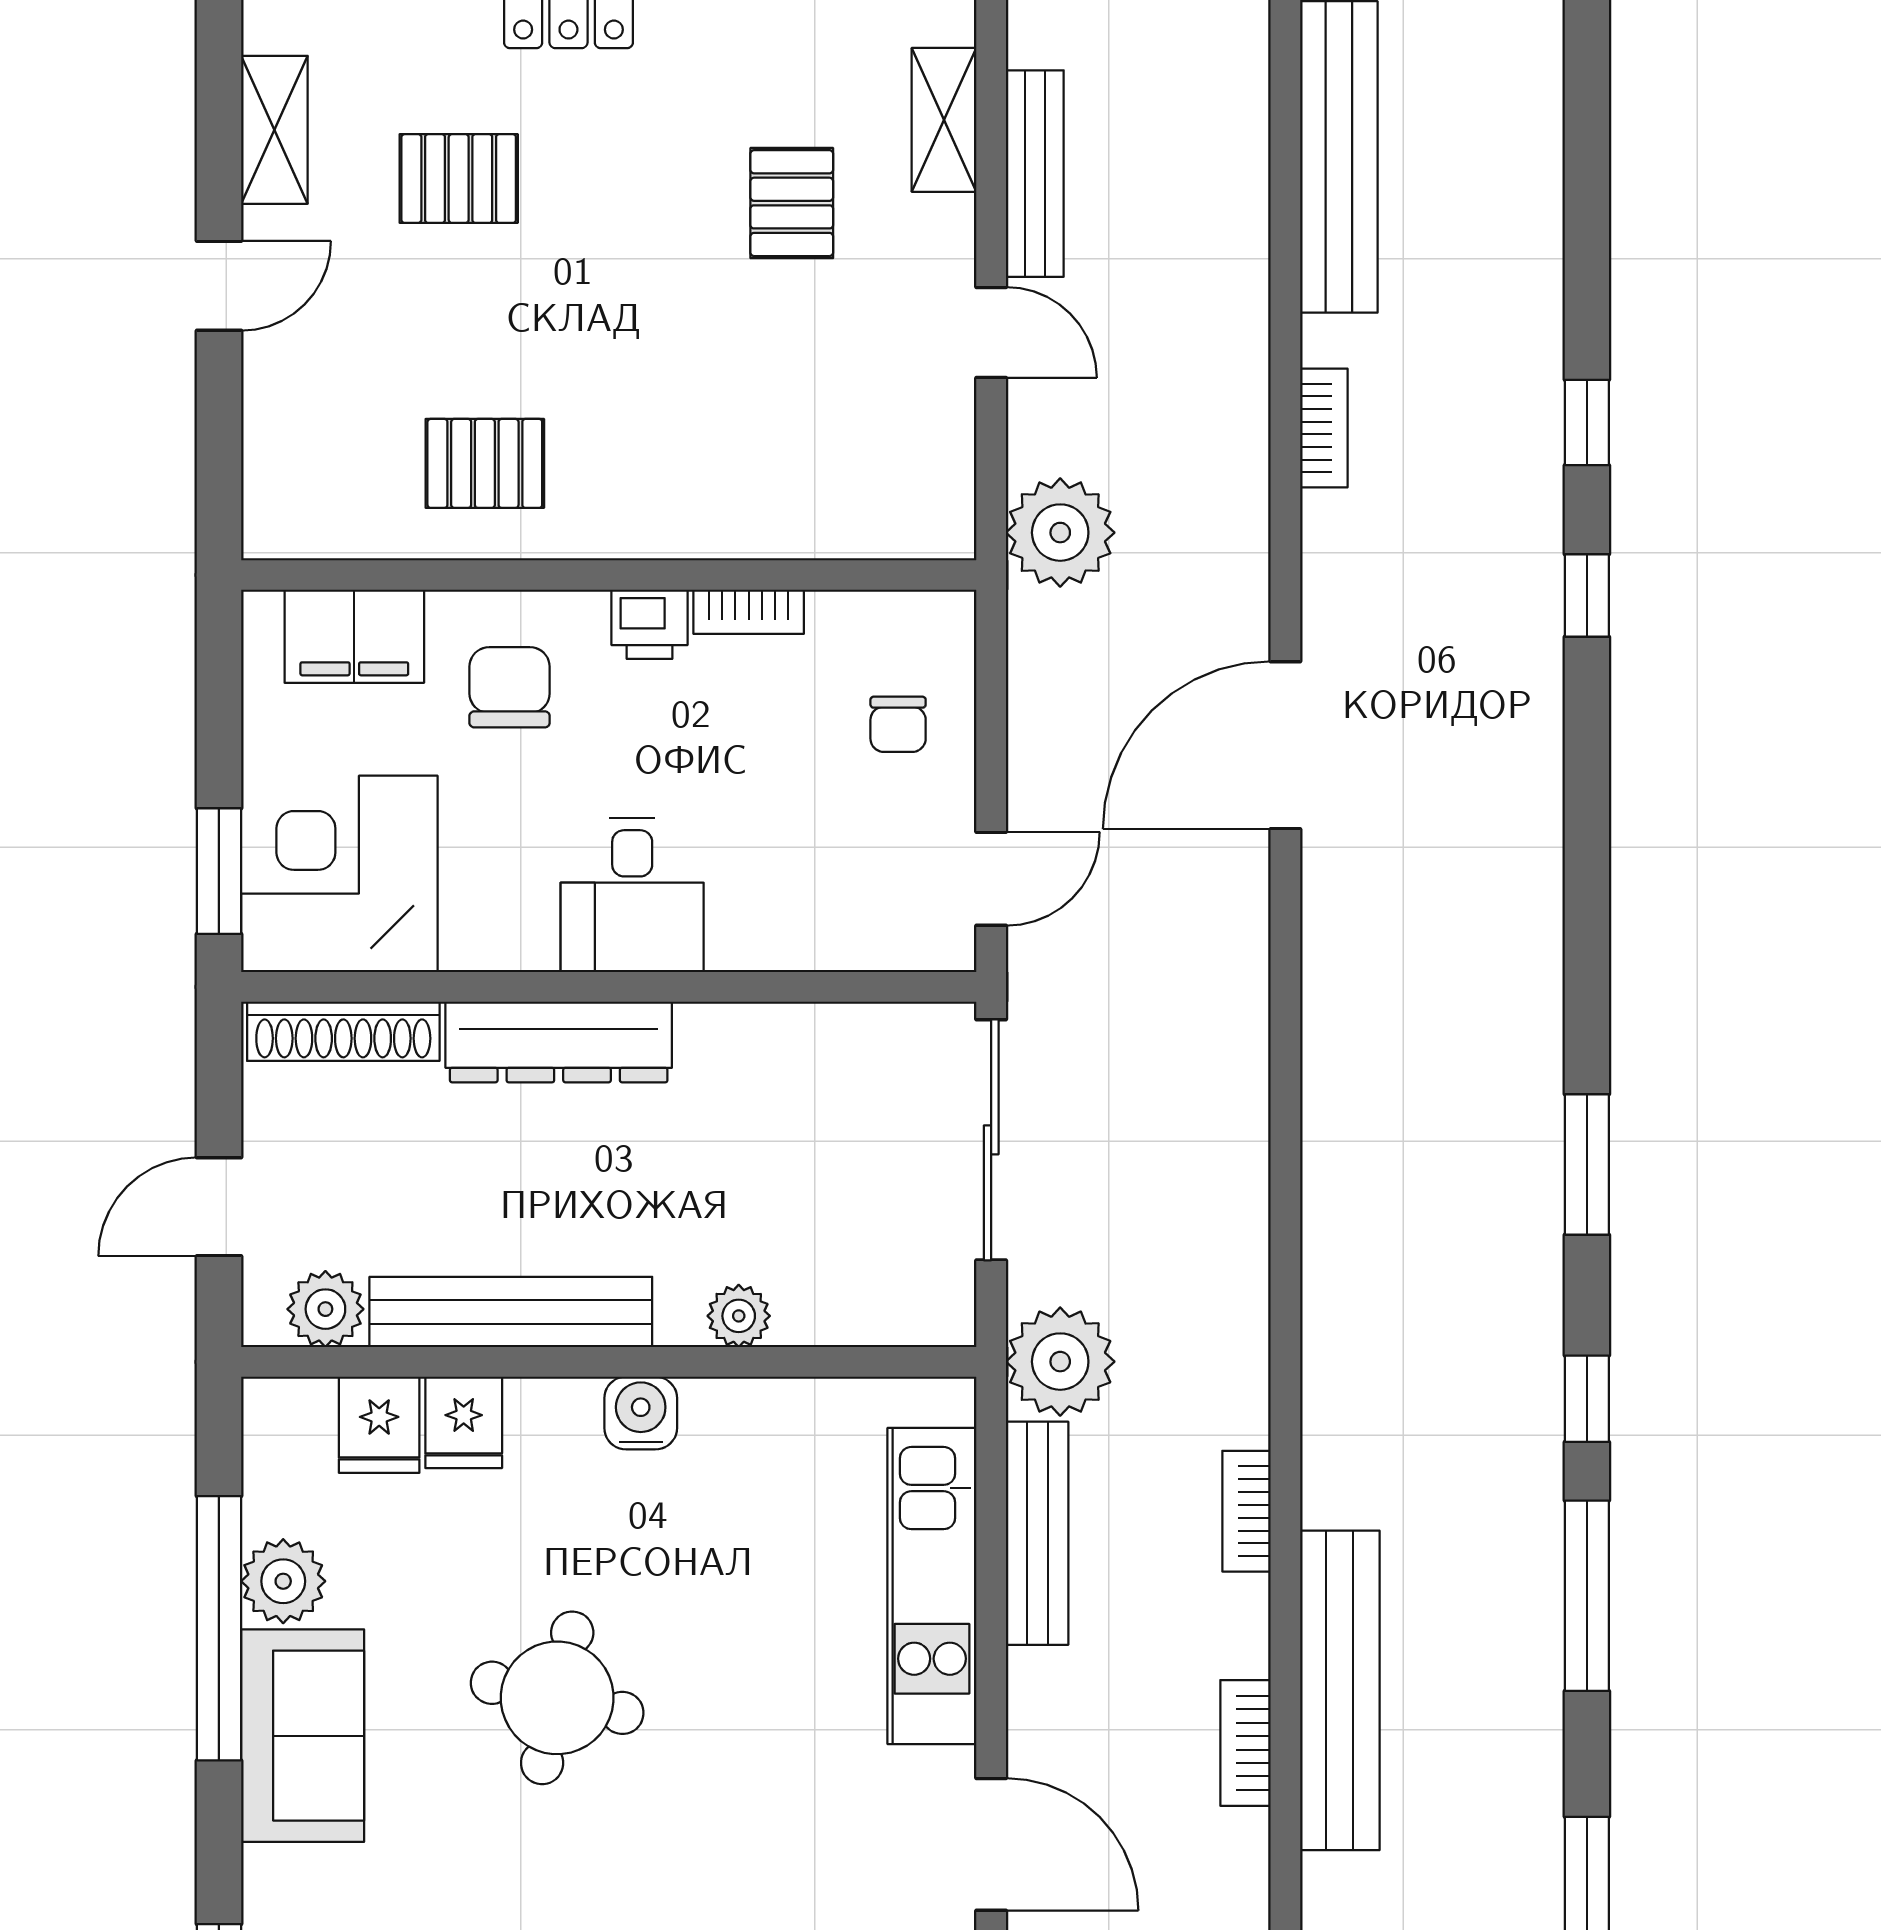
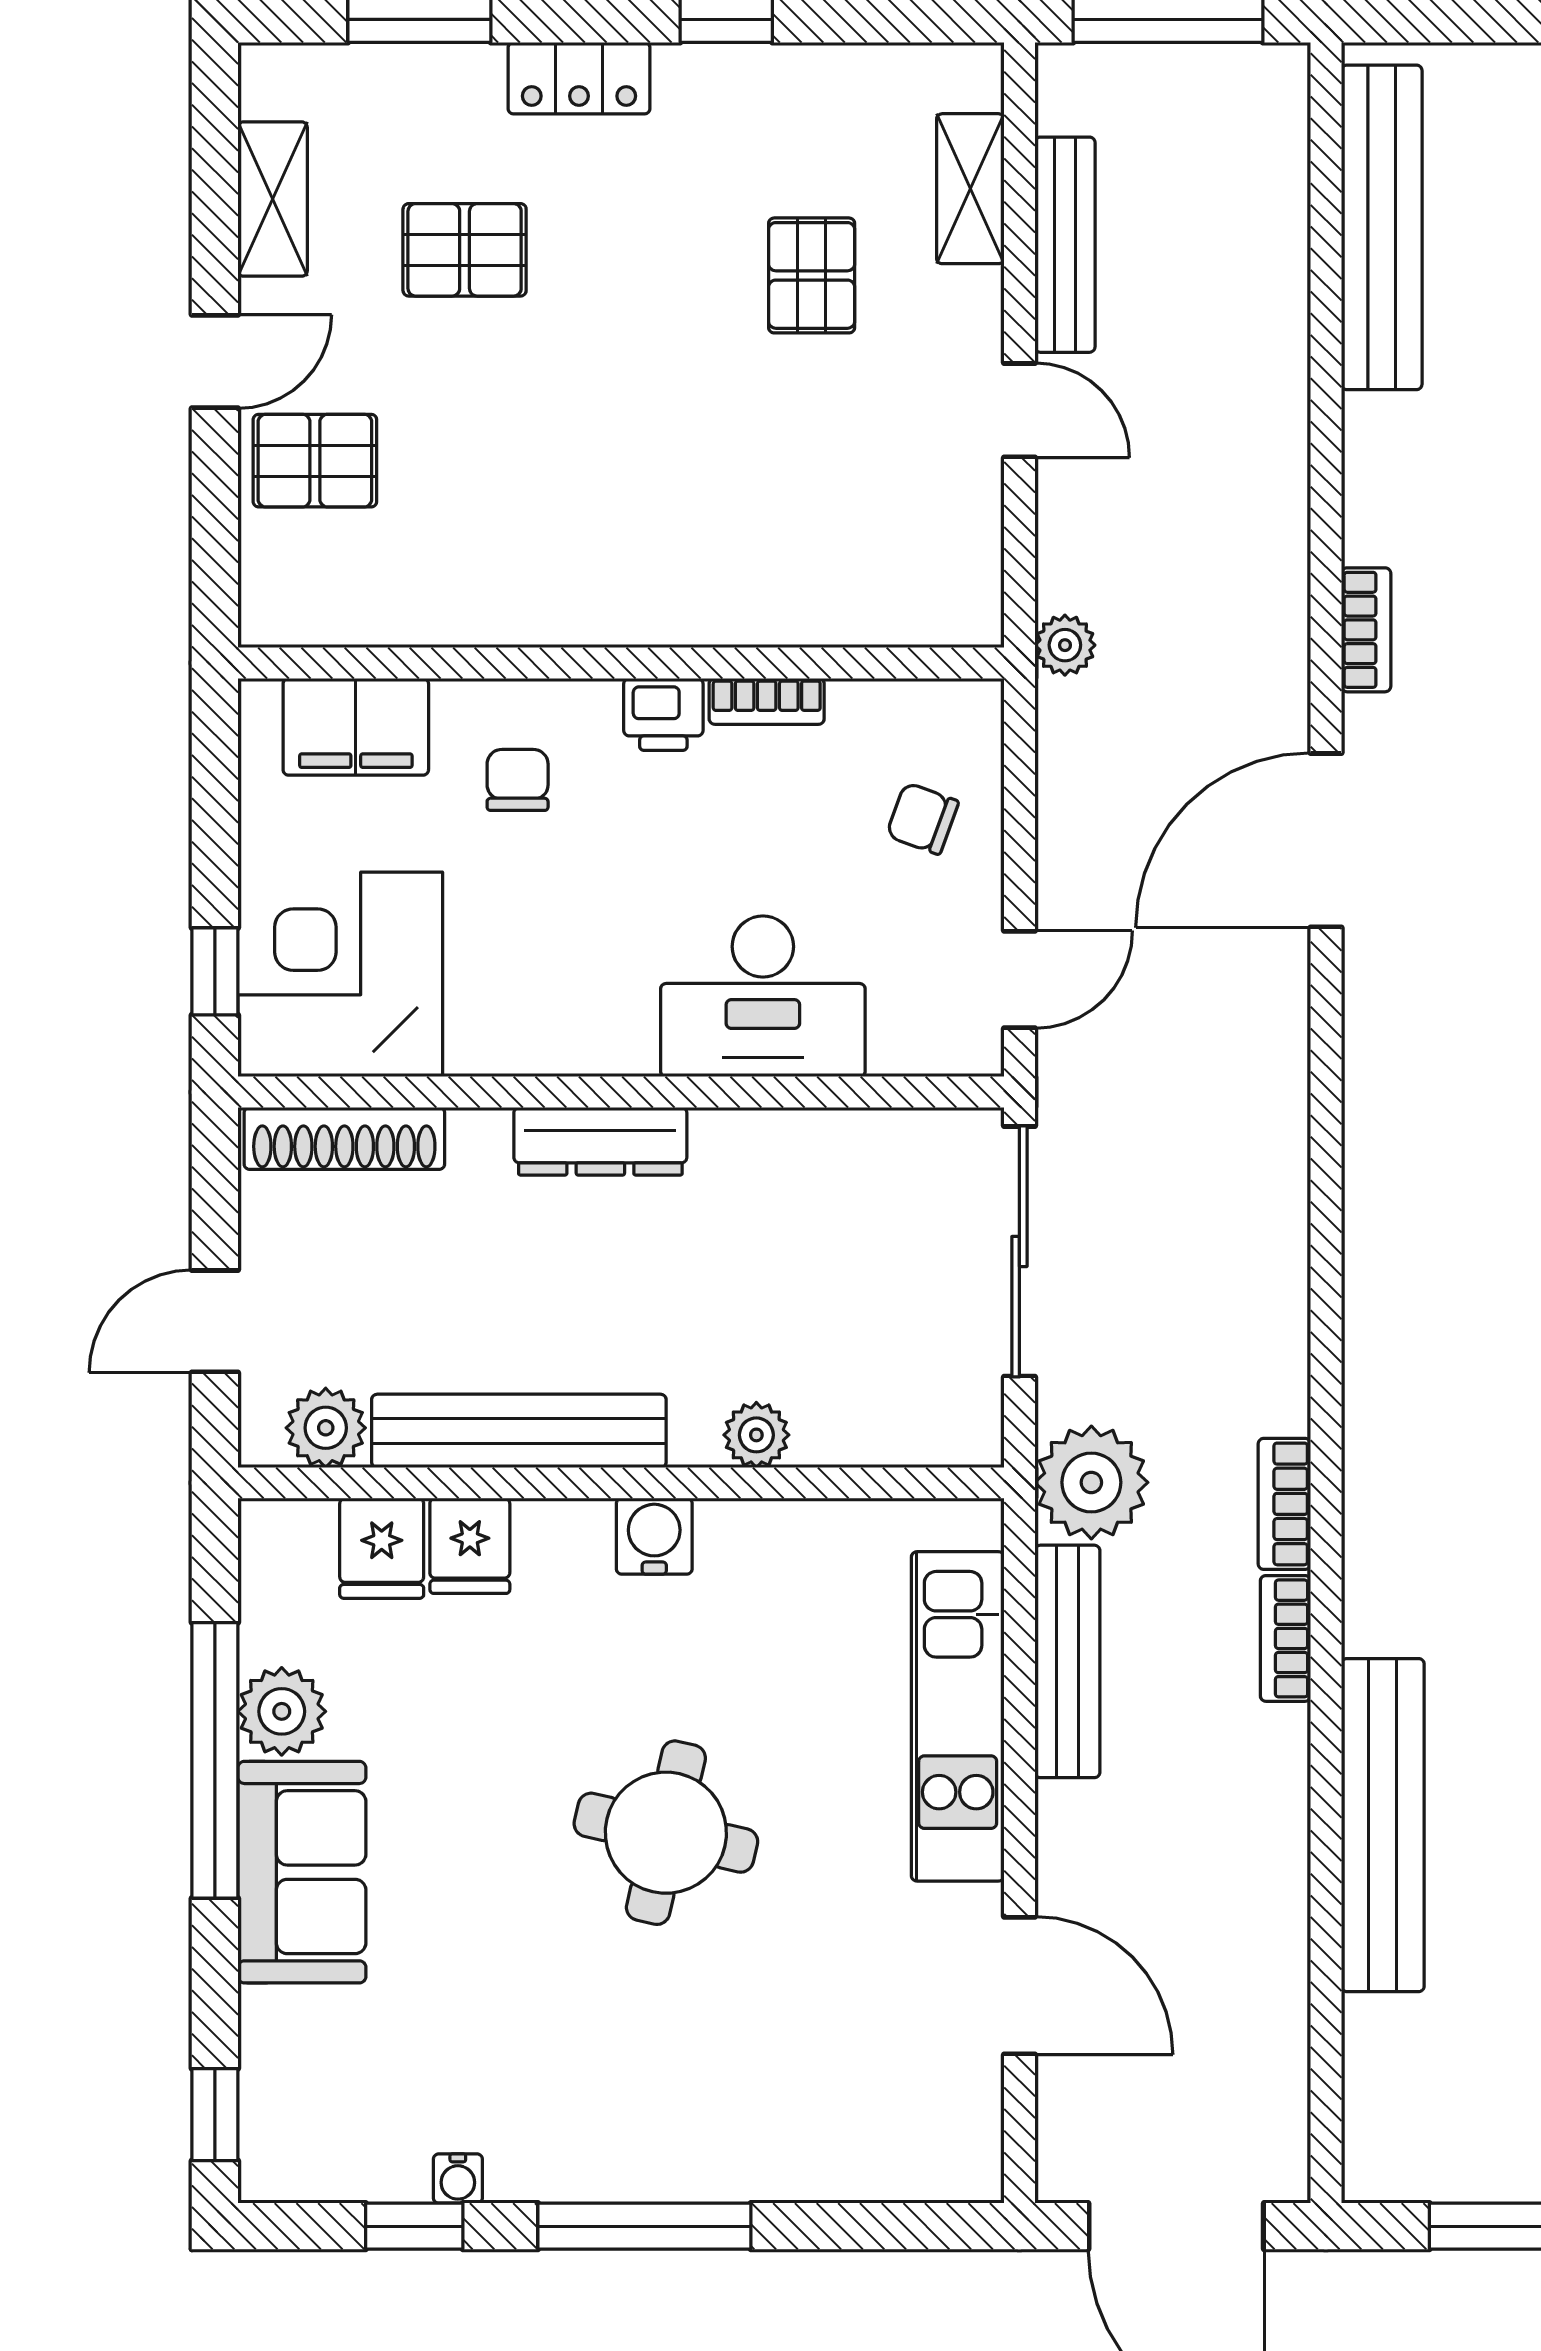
bookcase: (1324, 428) -> (1366, 630), moved
pallet: (485, 463) -> (315, 461), moved
plant: (1060, 533) -> (1065, 645), width x0.53, depth x0.53
chair: (510, 687) -> (518, 780), width x0.73, depth x0.73
chair: (898, 724) -> (922, 818), turned 110
window: (219, 871) -> (215, 971), width x0.67
desk: (632, 895) -> (763, 996), moved, width x1.37
dresser: (559, 1042) -> (600, 1141), width x0.73, depth x0.80
round table: (557, 1698) -> (666, 1833), moved
bookcase: (1246, 1743) -> (1284, 1504), moved

